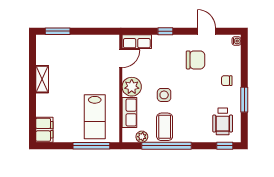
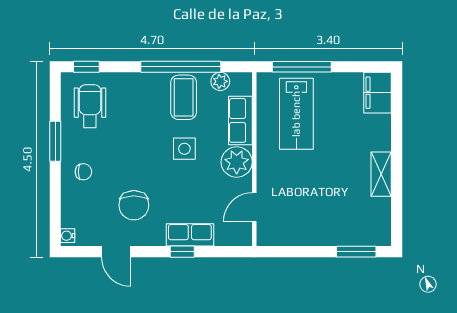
row of seats: (137, 42) -> (190, 235), moved
chair: (195, 60) -> (134, 205), turned -90
lab bench: (95, 117) -> (296, 114), turned 180

